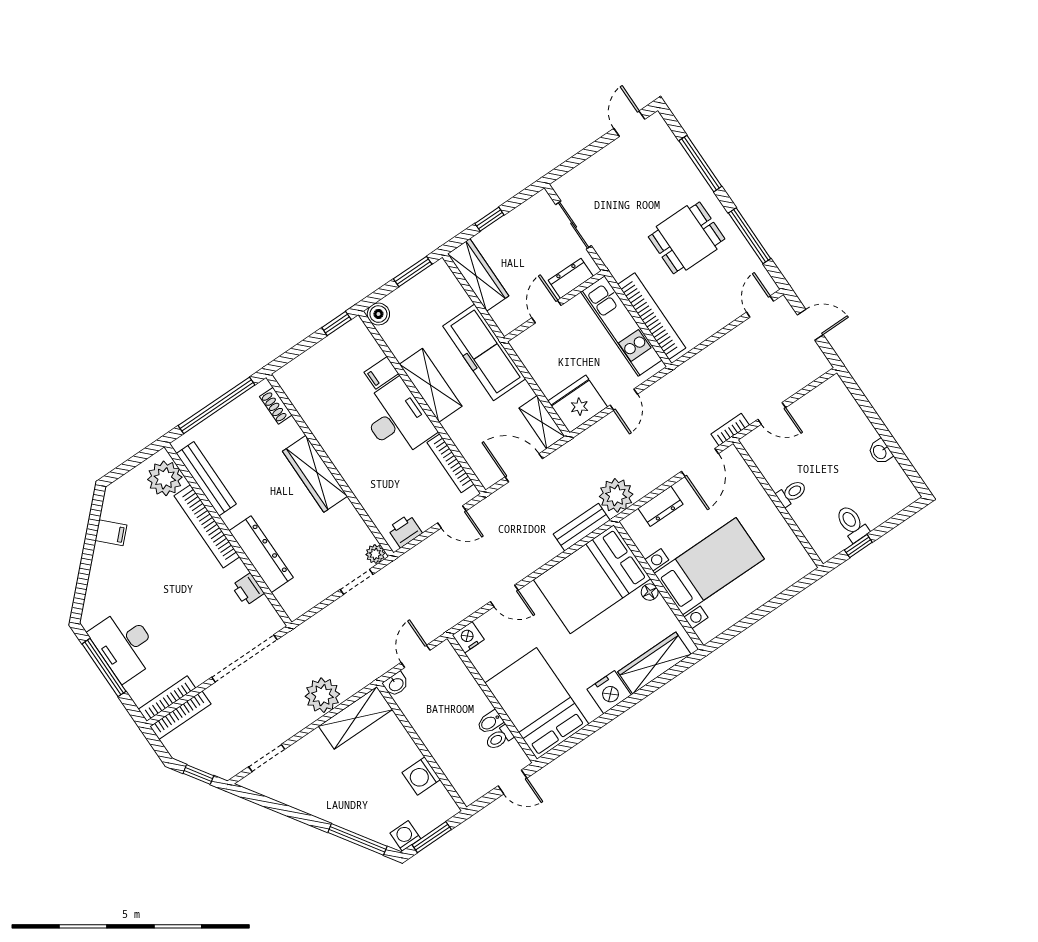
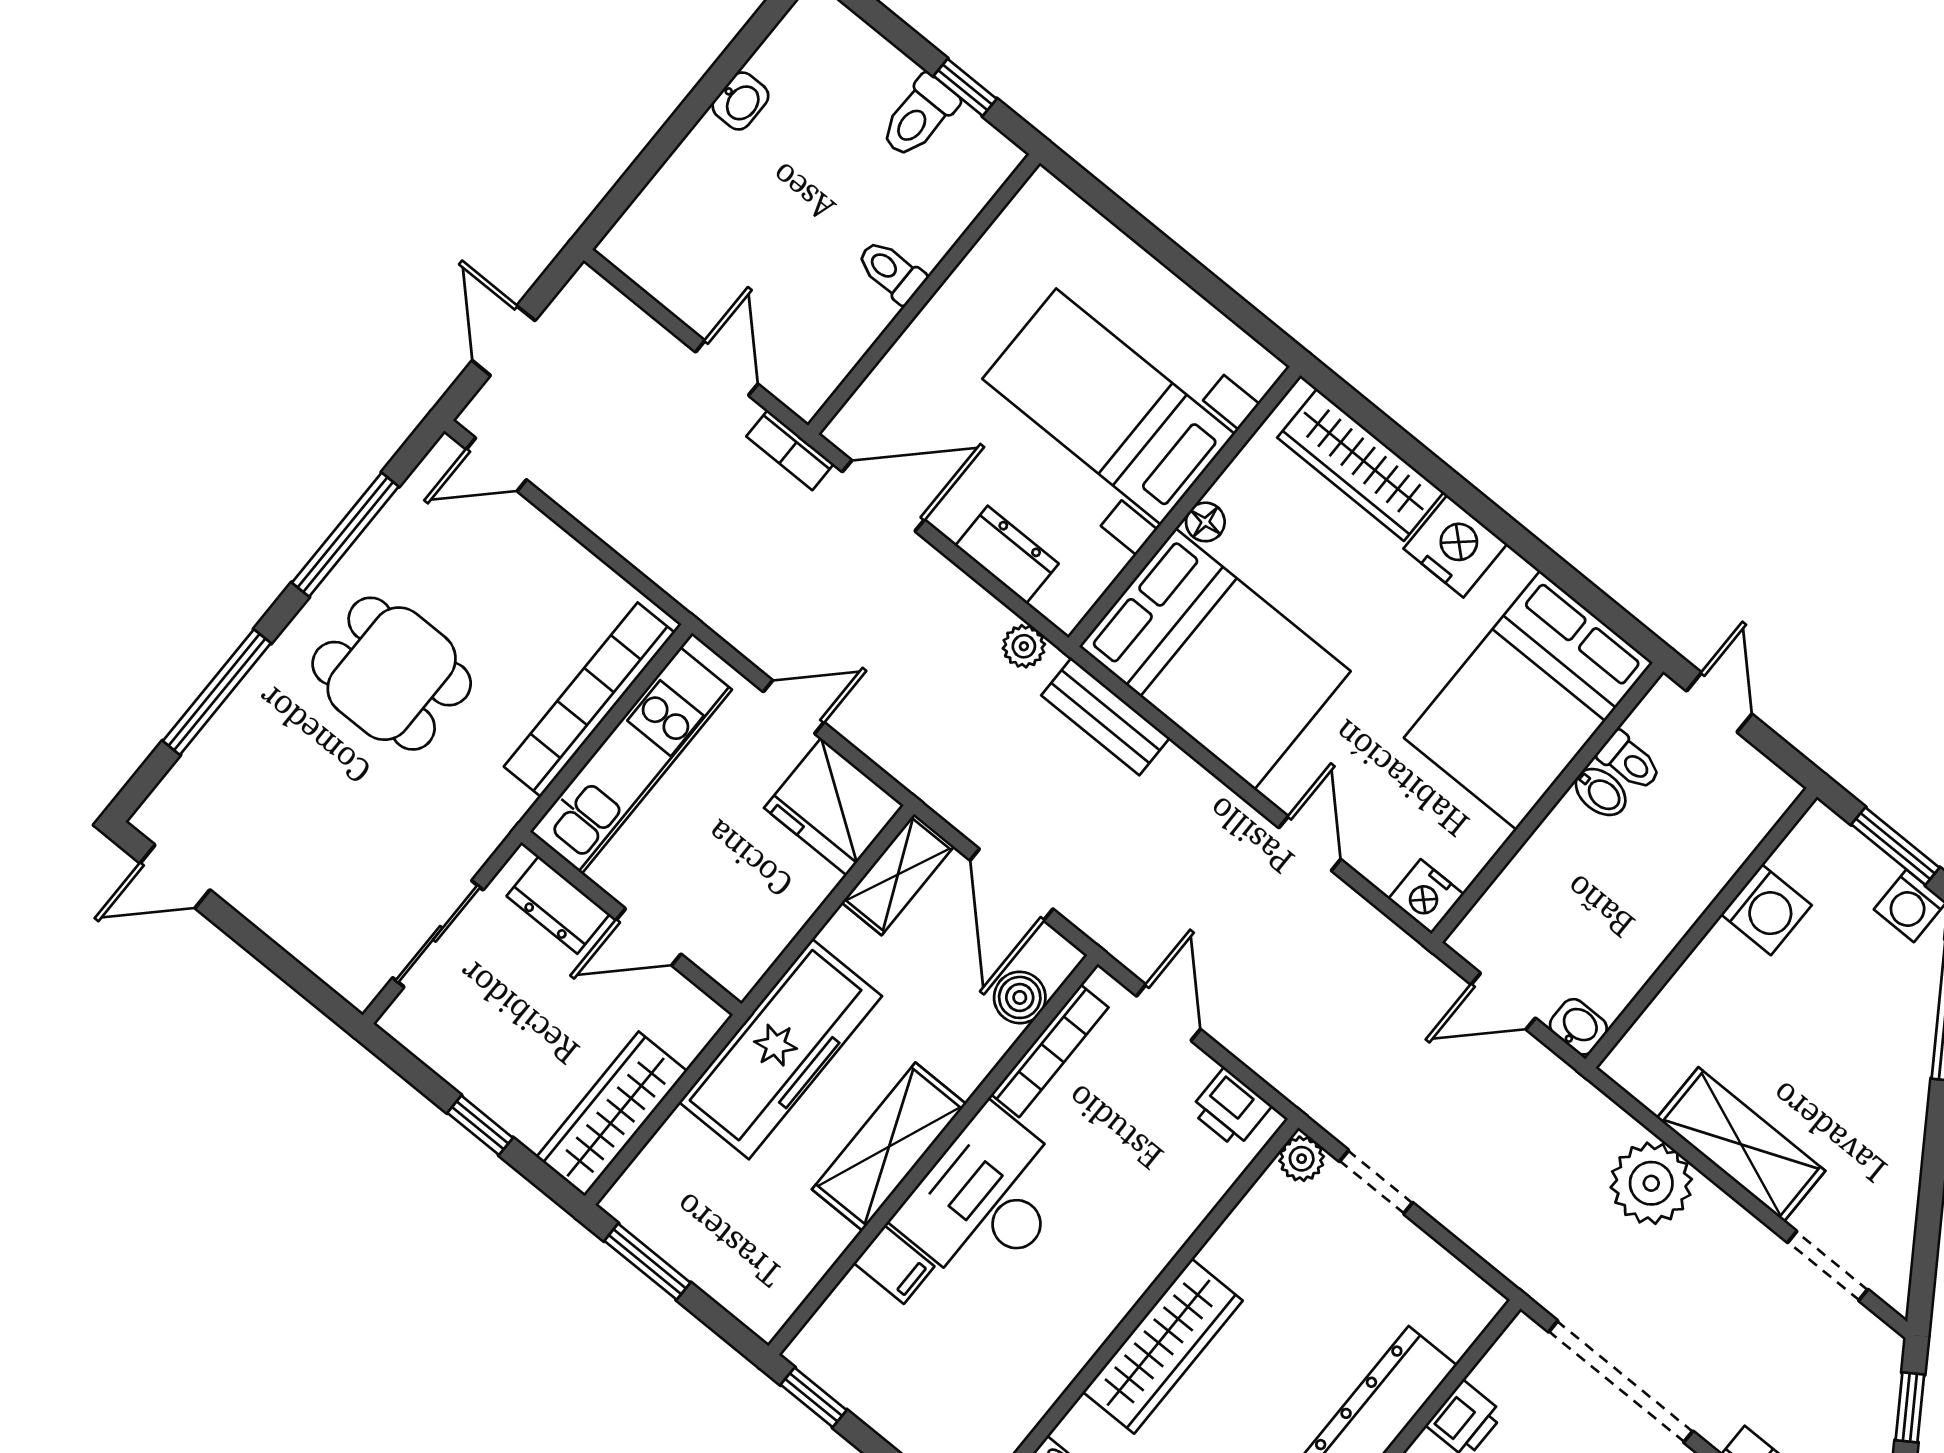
boiler: (378, 314) -> (1020, 997), moved
plant: (616, 495) -> (1024, 646), width x0.53, depth x0.53
shelving: (356, 718) -> (1741, 1144), moved

